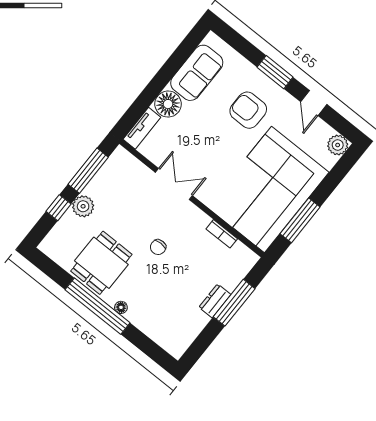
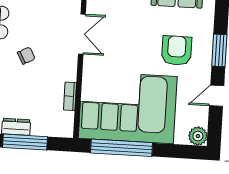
window: (300, 220) -> (122, 148), width x1.46
chair: (158, 247) -> (26, 56), turned 152

